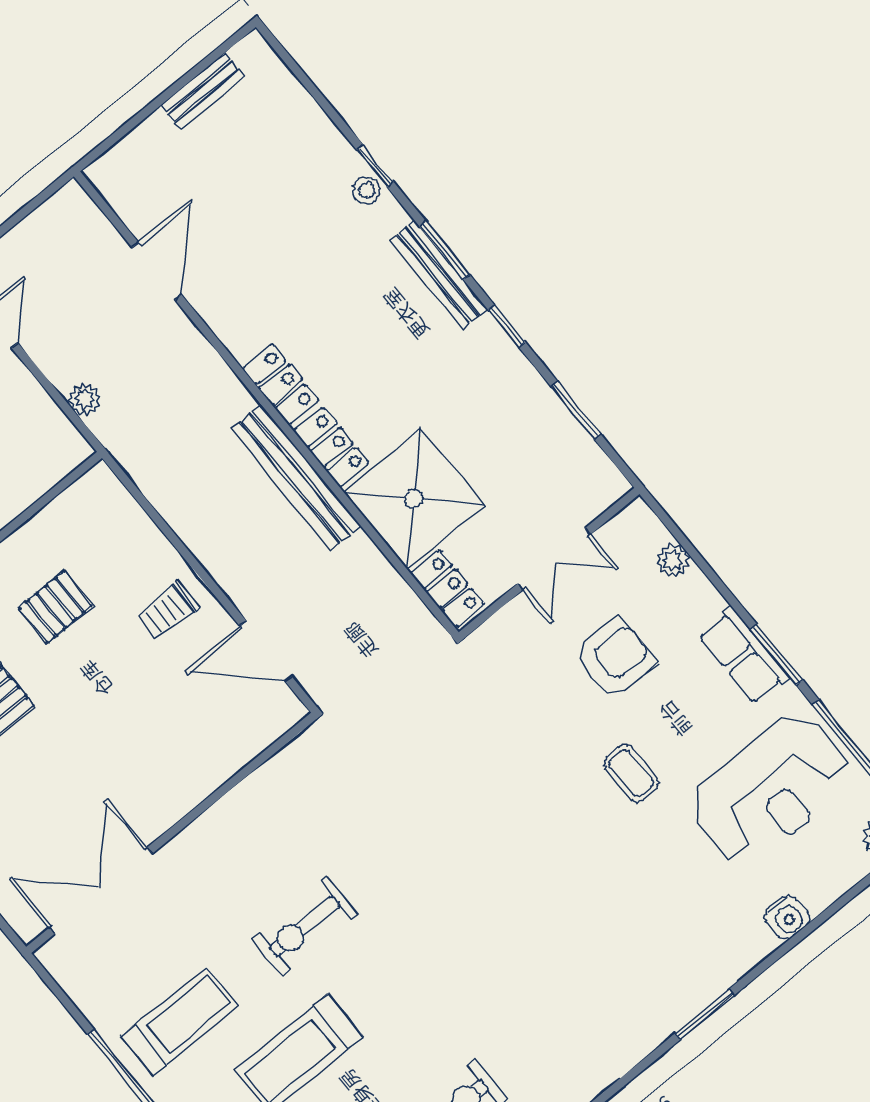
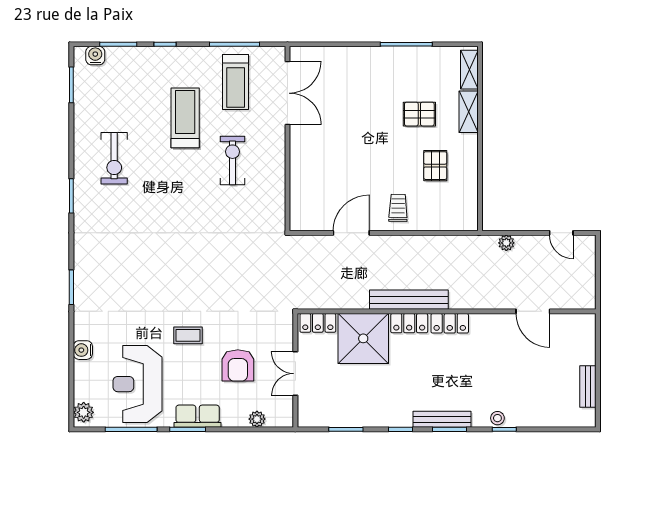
wall: (171, 833) -> (287, 139), moved
double door: (101, 891) -> (287, 93), moved

